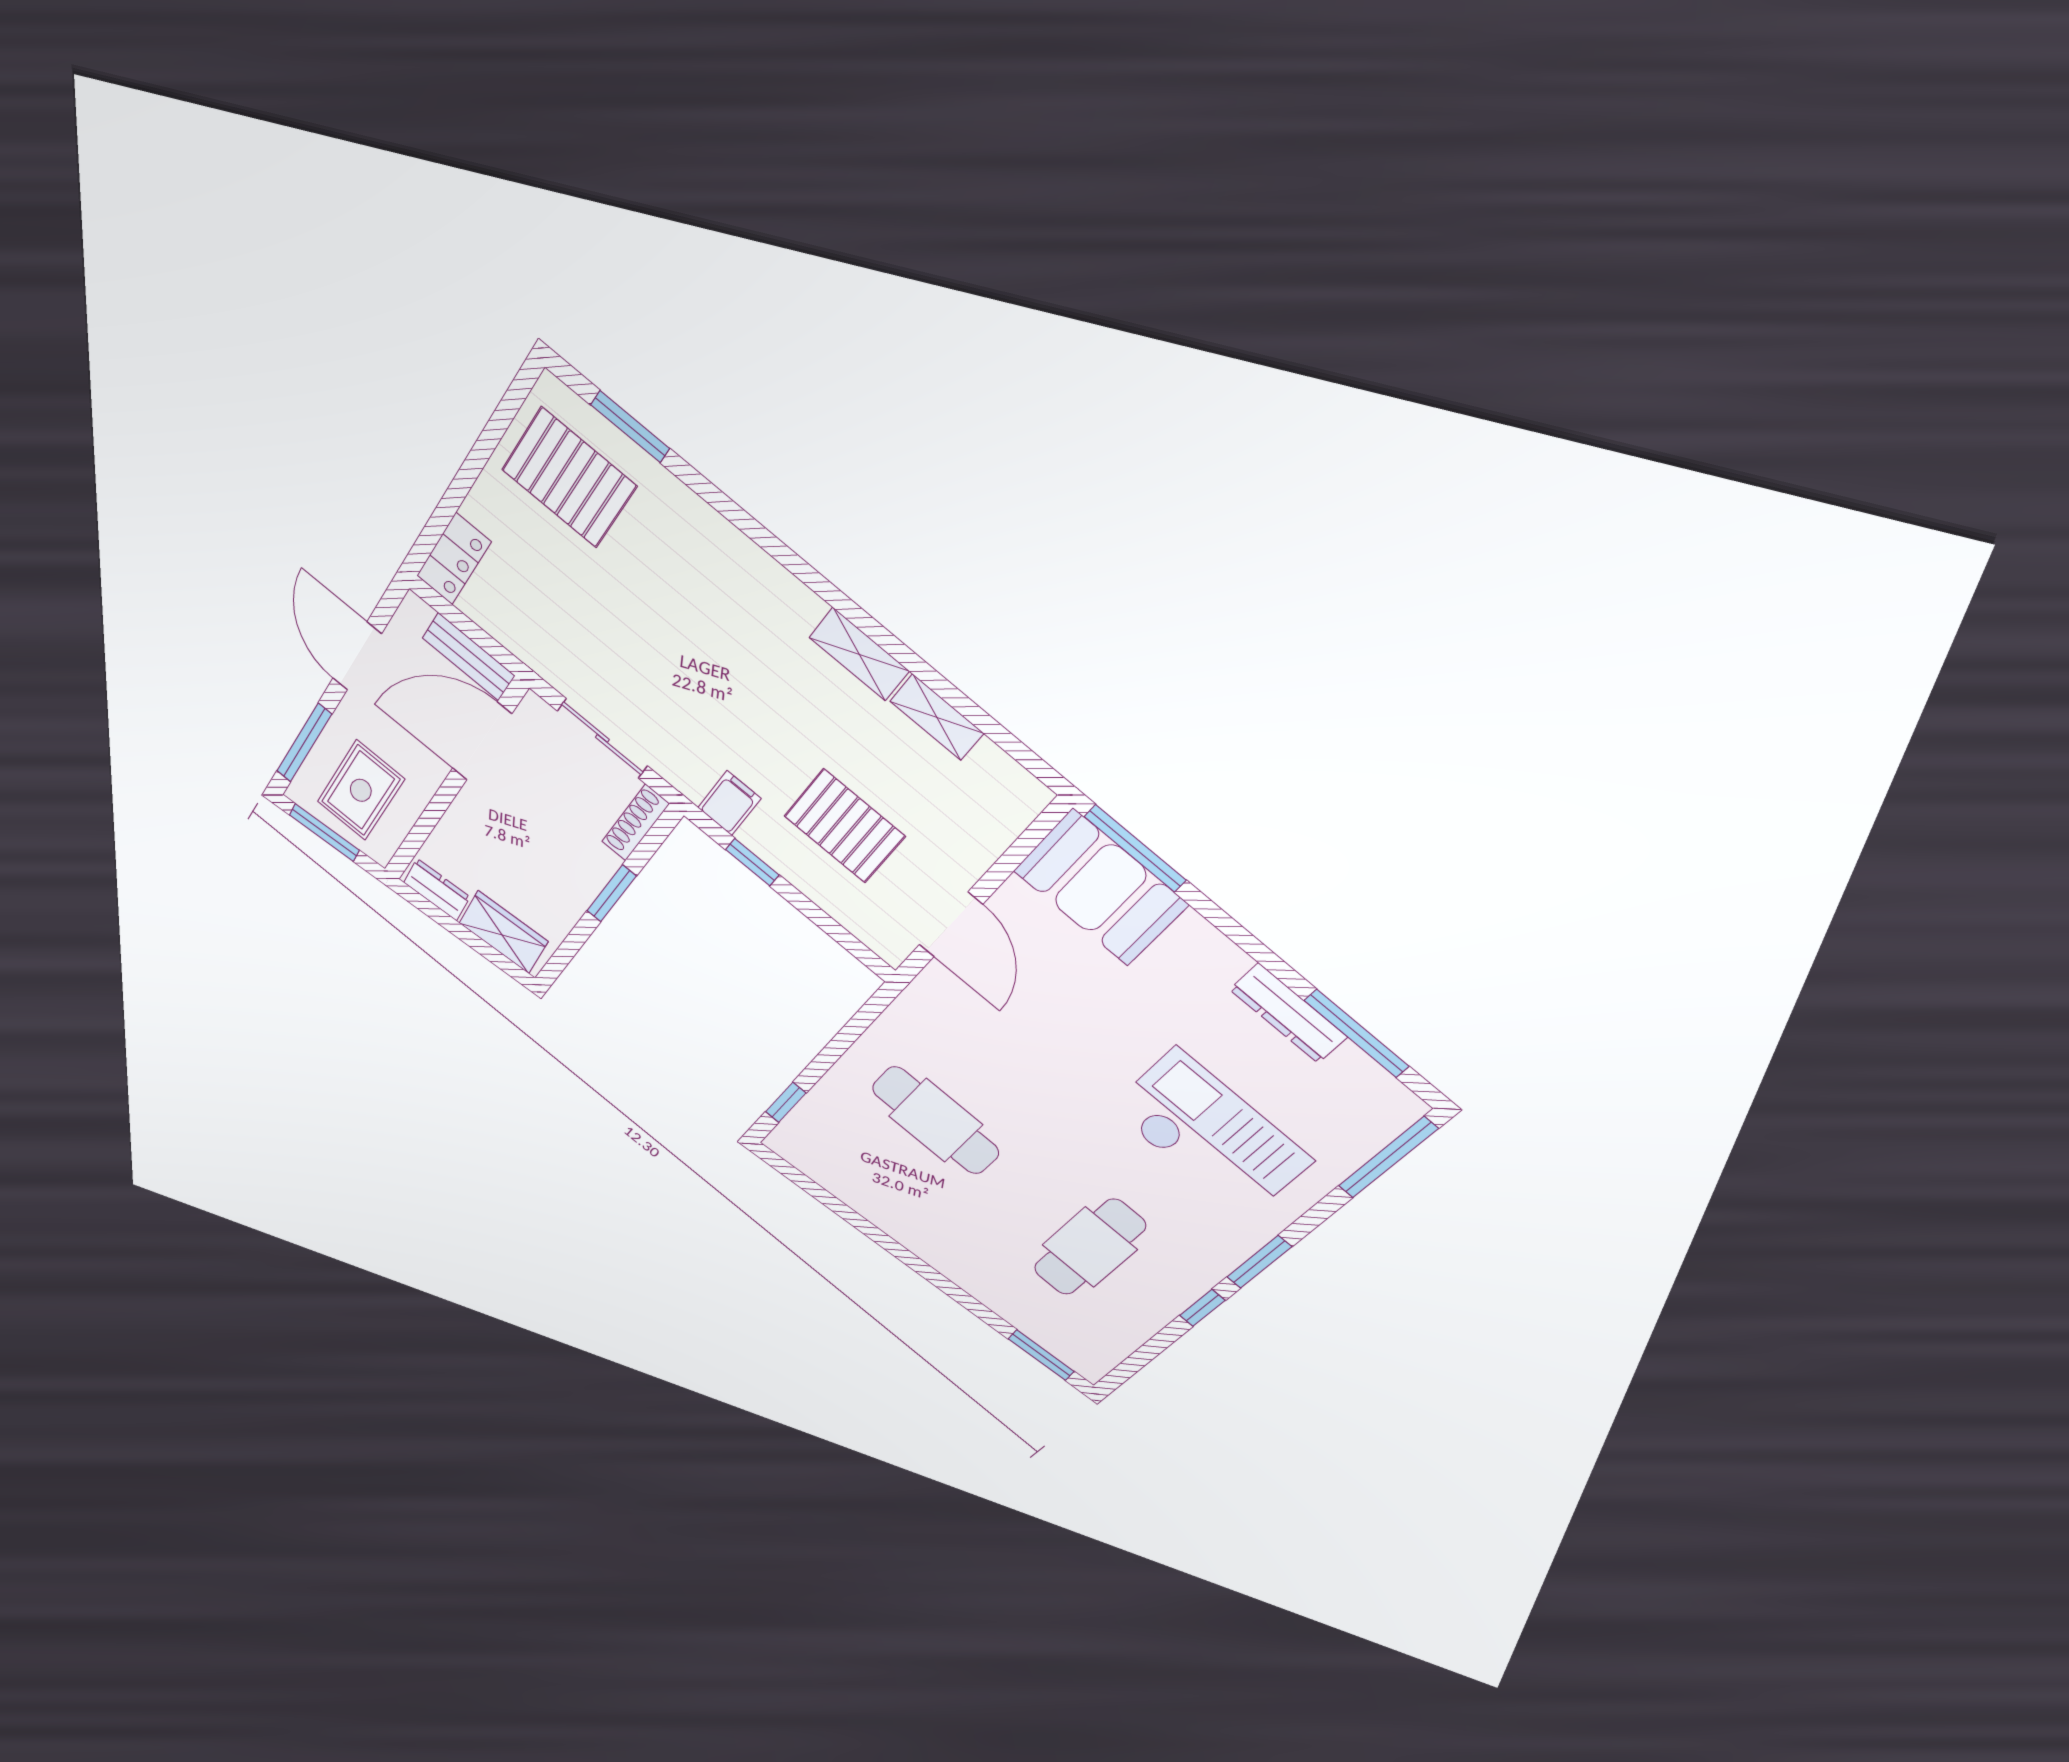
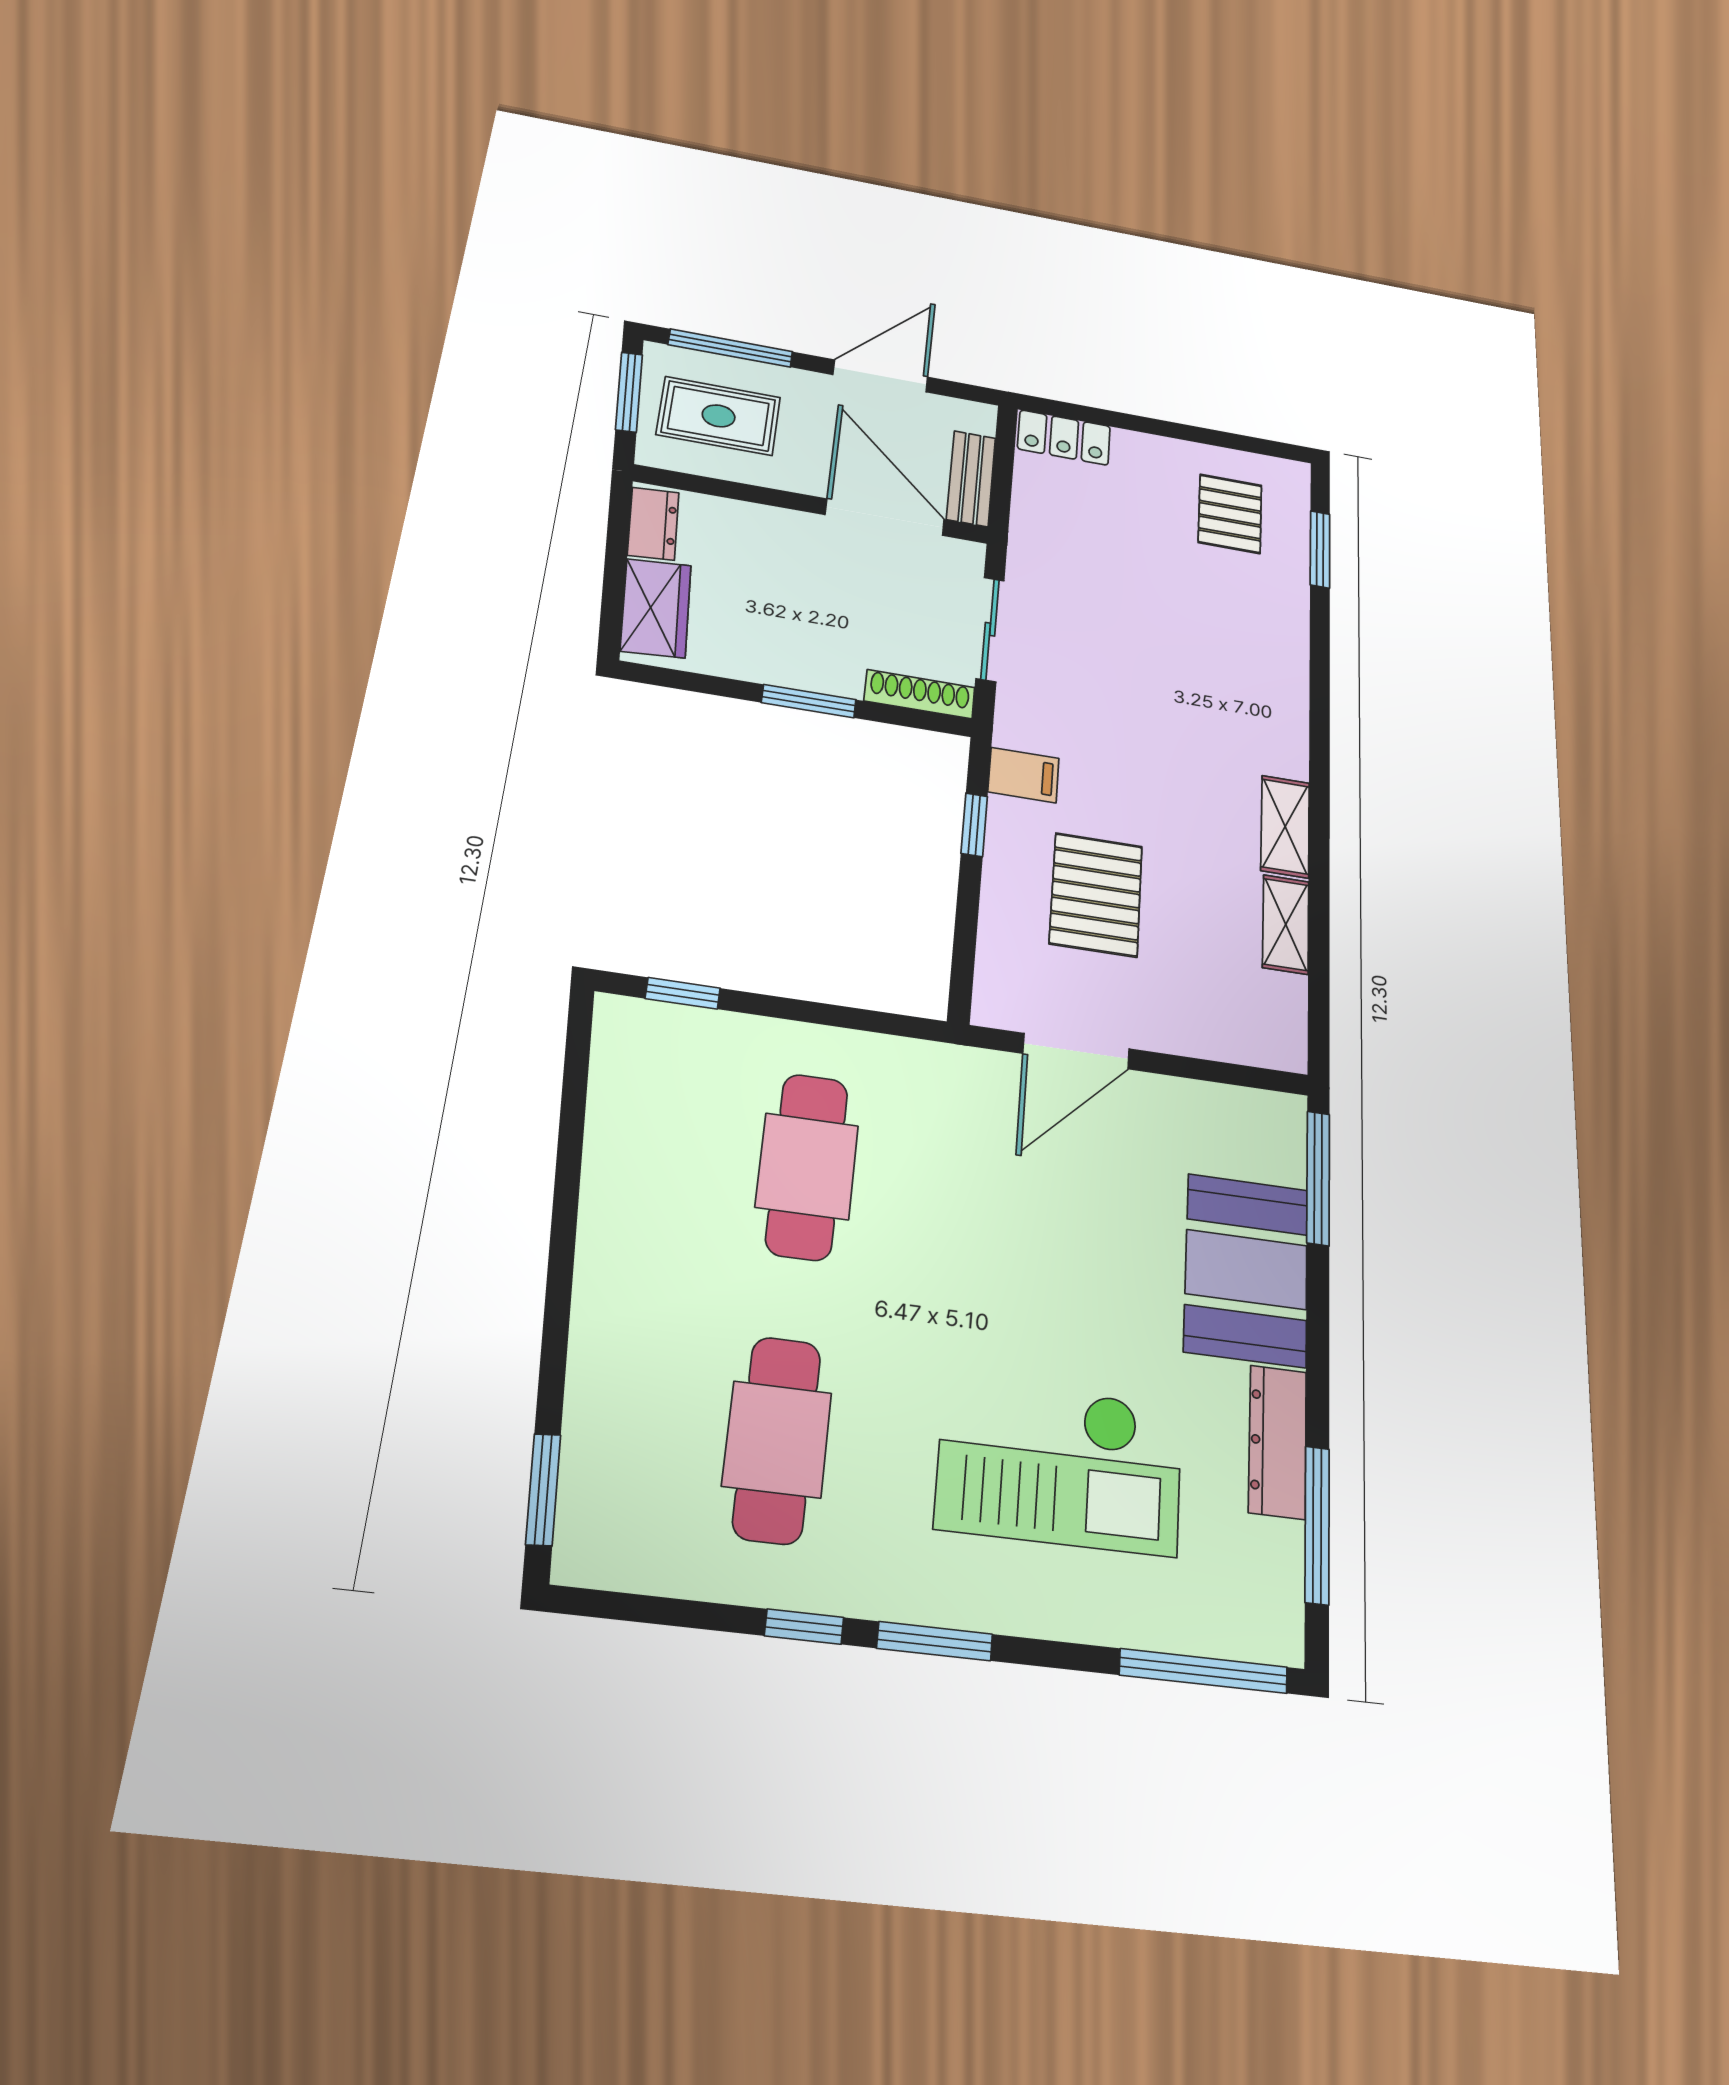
pallet: (569, 478) -> (1230, 514), width x0.67, depth x0.71
booth: (1101, 888) -> (1246, 1270), moved
checkout: (1210, 1134) -> (1060, 1466), turned 90
cafe table: (1090, 1247) -> (777, 1439), turned 90

